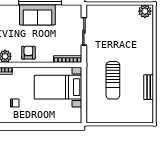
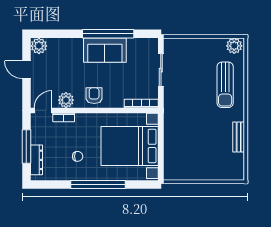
sun lounger: (113, 80) -> (225, 85), moved
bed with nightstands: (58, 87) -> (130, 146), width x1.36
window: (32, 126) -> (98, 185), added

